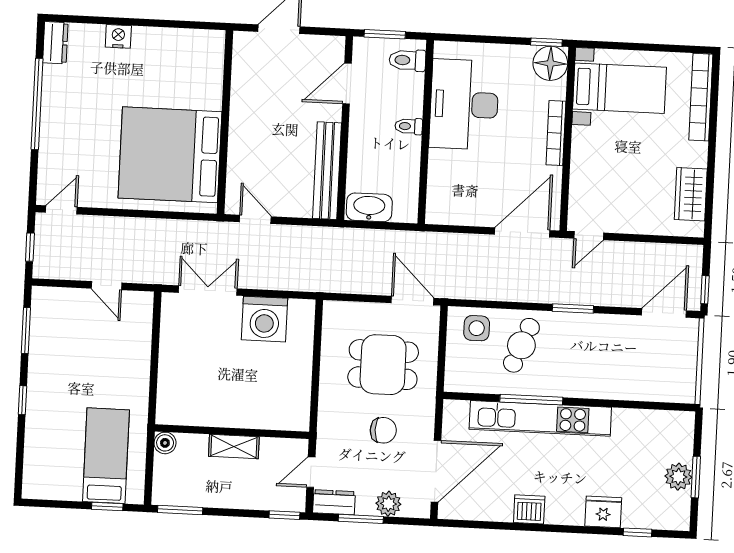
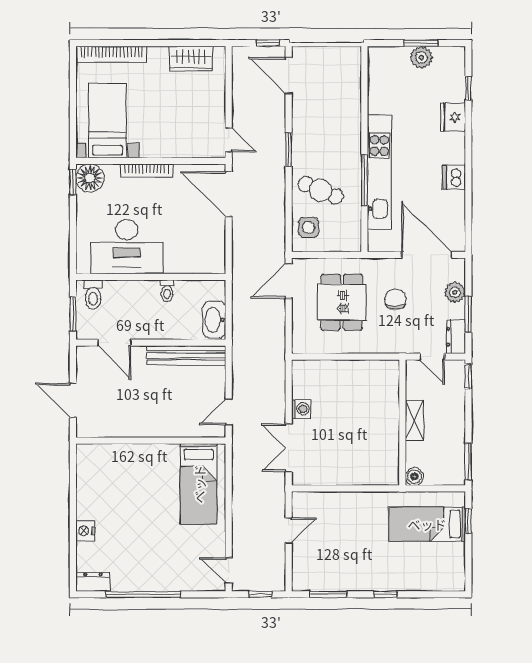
toilet: (409, 126) -> (167, 291), moved
bed: (170, 155) -> (199, 484), width x0.49
washing machine: (265, 319) -> (301, 409), width x0.53, depth x0.53

